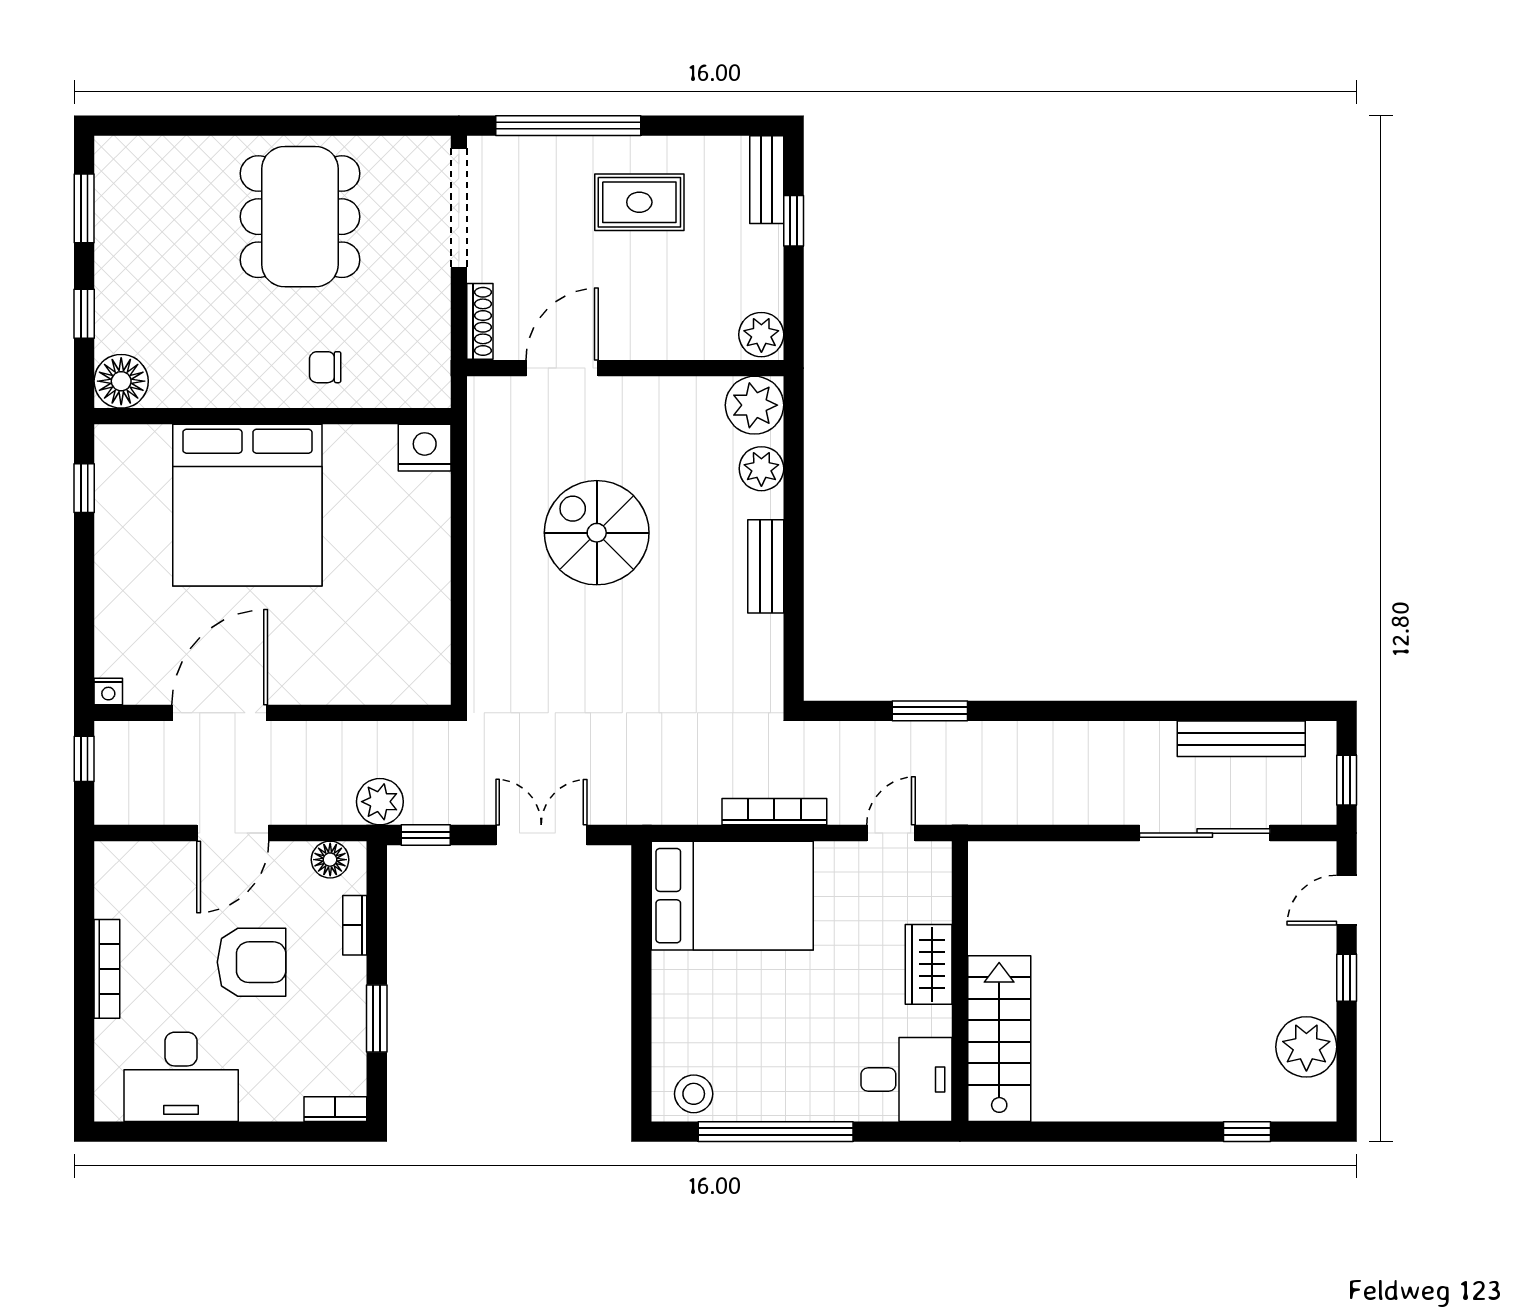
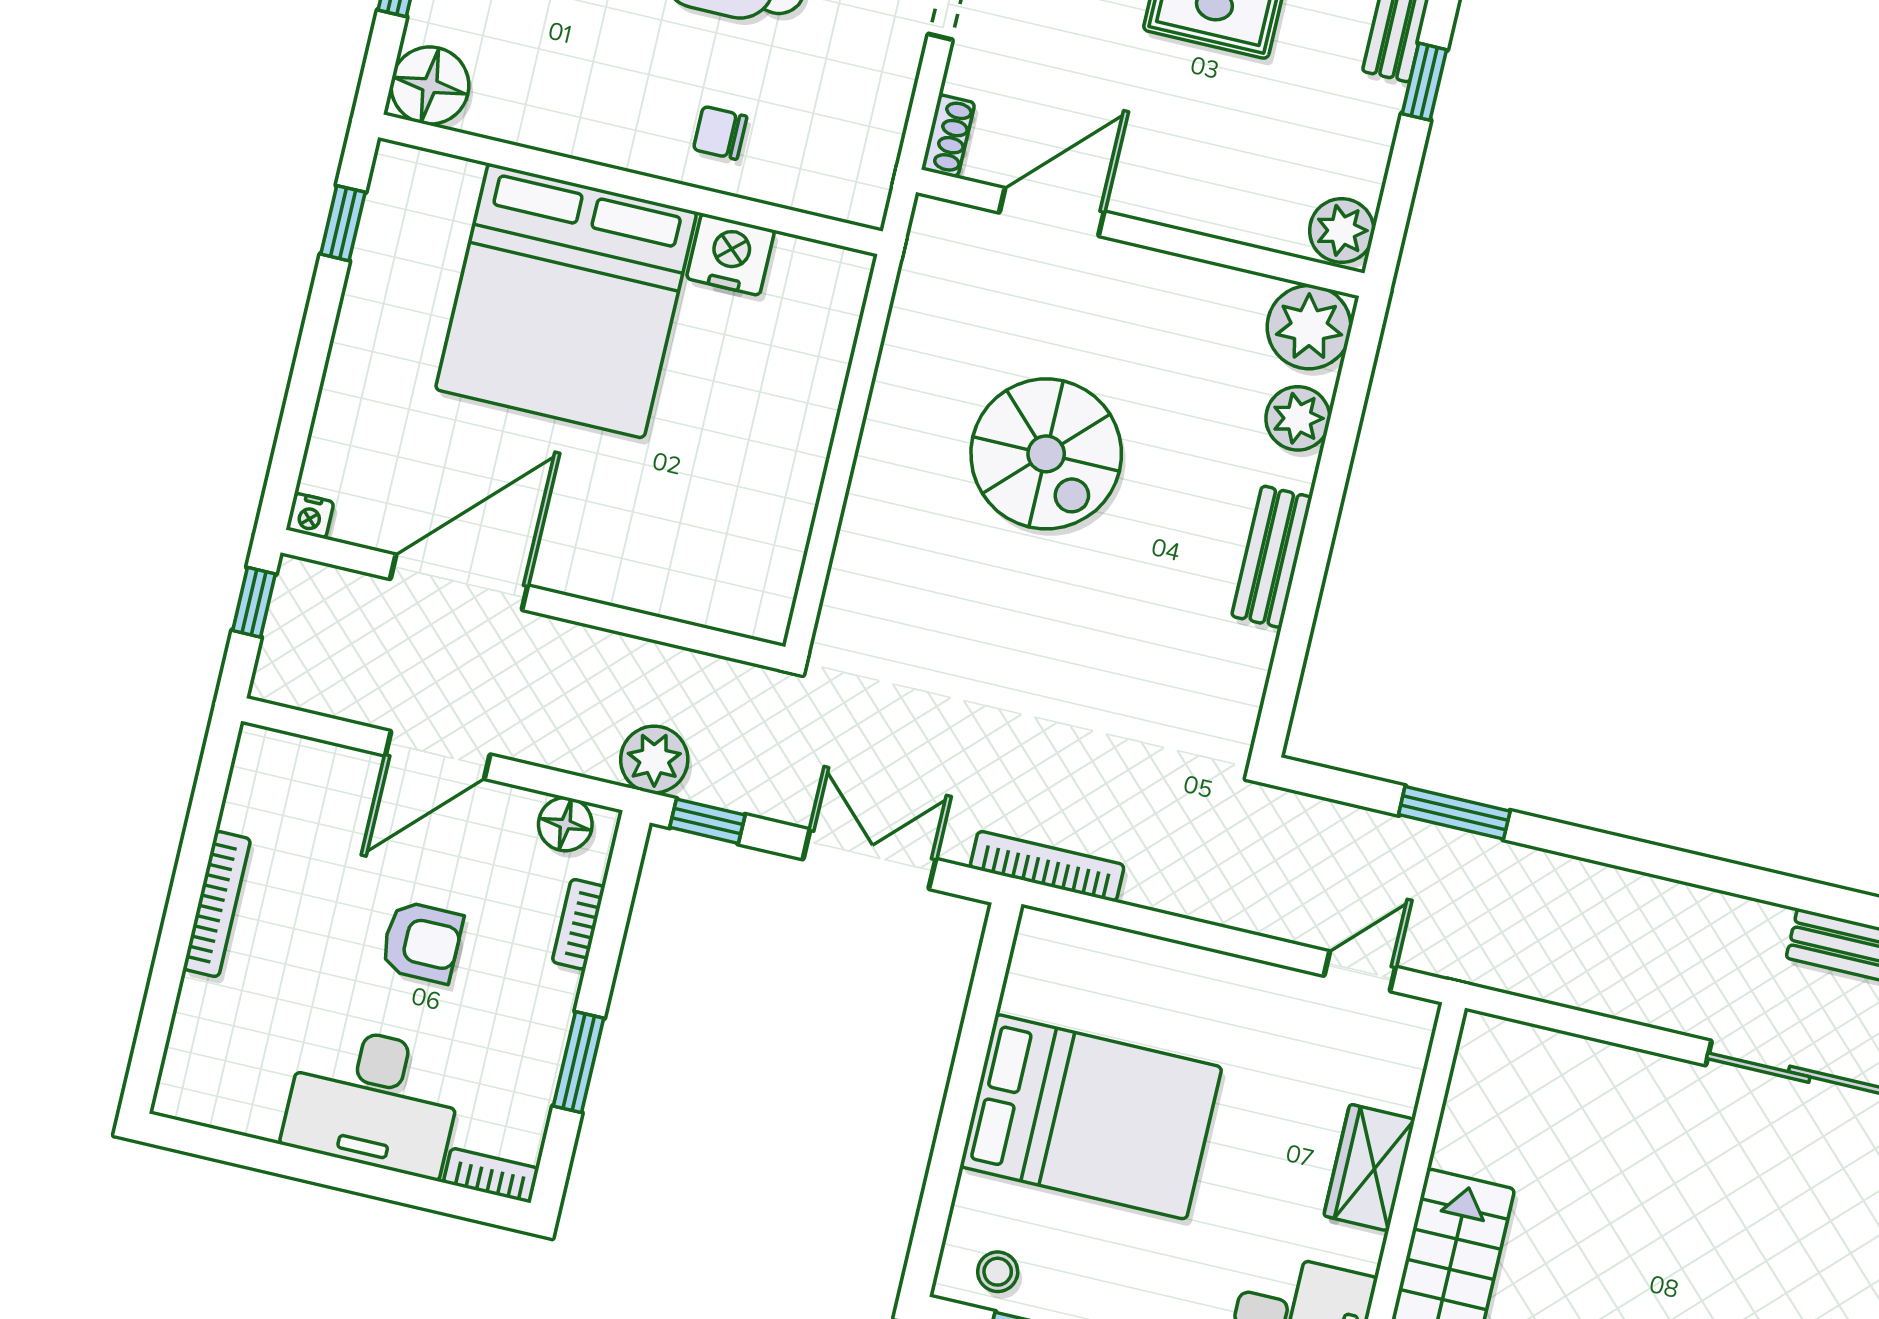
shoe rack: (480, 321) -> (948, 136), width x0.70
nightstand: (425, 448) -> (731, 254), moved
spiral stairs: (597, 533) -> (1046, 454), turned 180
bookcase: (774, 812) -> (1047, 866), moved
bed: (732, 896) -> (1091, 1117), moved
armchair: (252, 962) -> (422, 942), width x0.72, depth x0.72
desk: (181, 1077) -> (374, 1100), moved
stool: (694, 1094) -> (998, 1272), width x0.73, depth x0.73

